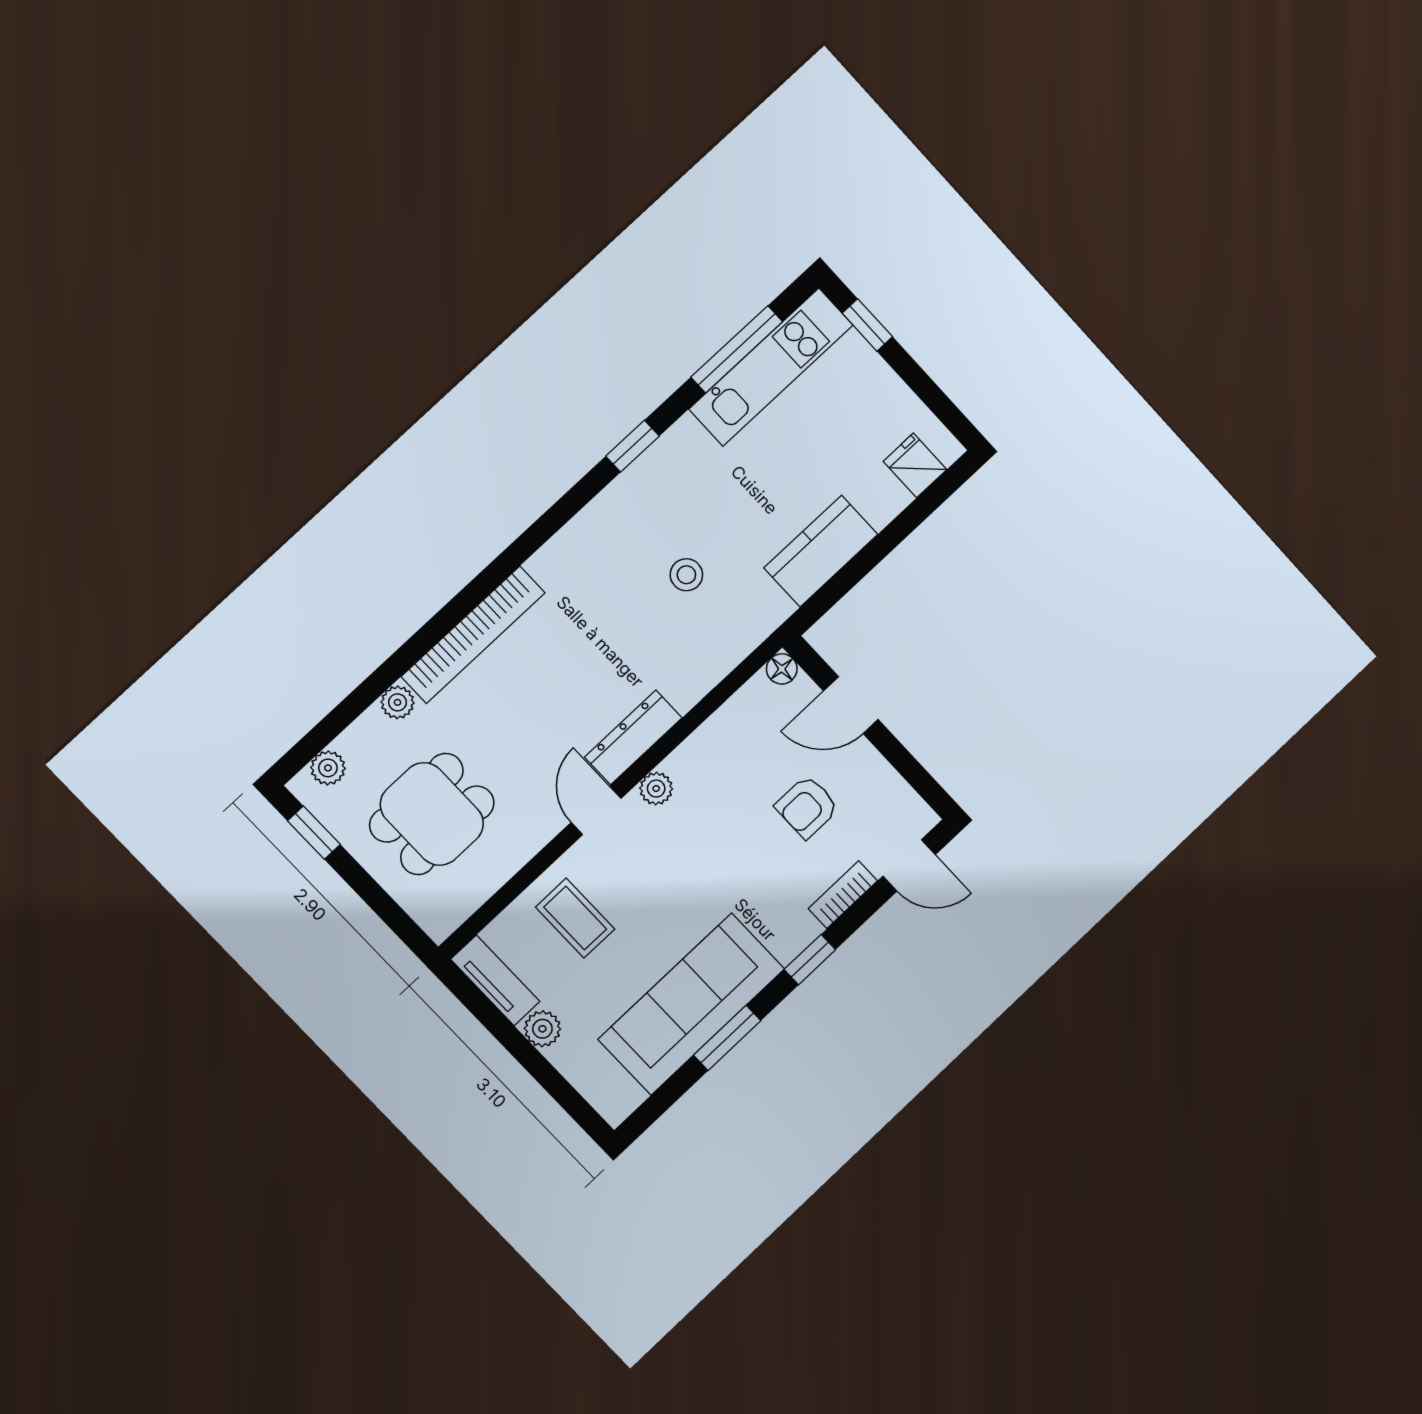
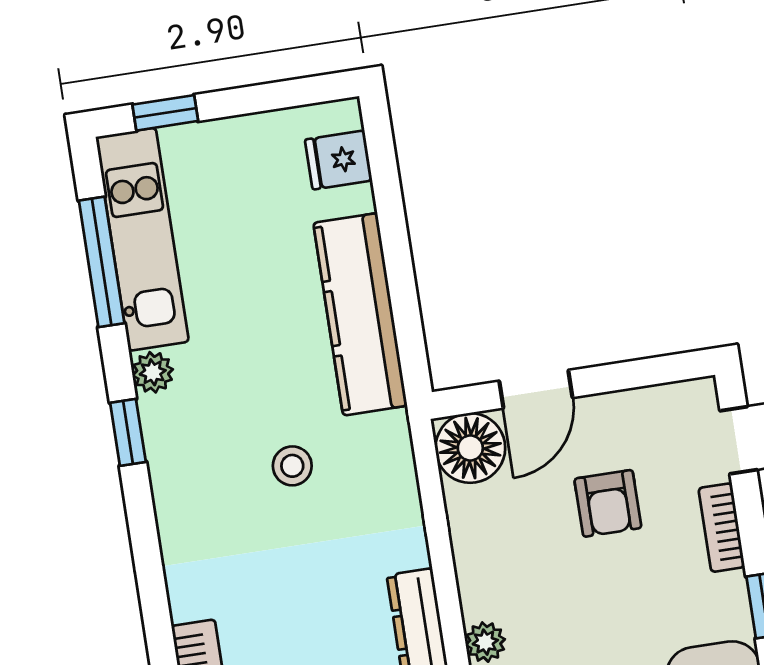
plant: (685, 435) -> (153, 372), added
kitchen counter: (821, 551) -> (360, 314), width x1.50
floor lamp: (782, 669) -> (470, 448), width x1.89, depth x1.89

